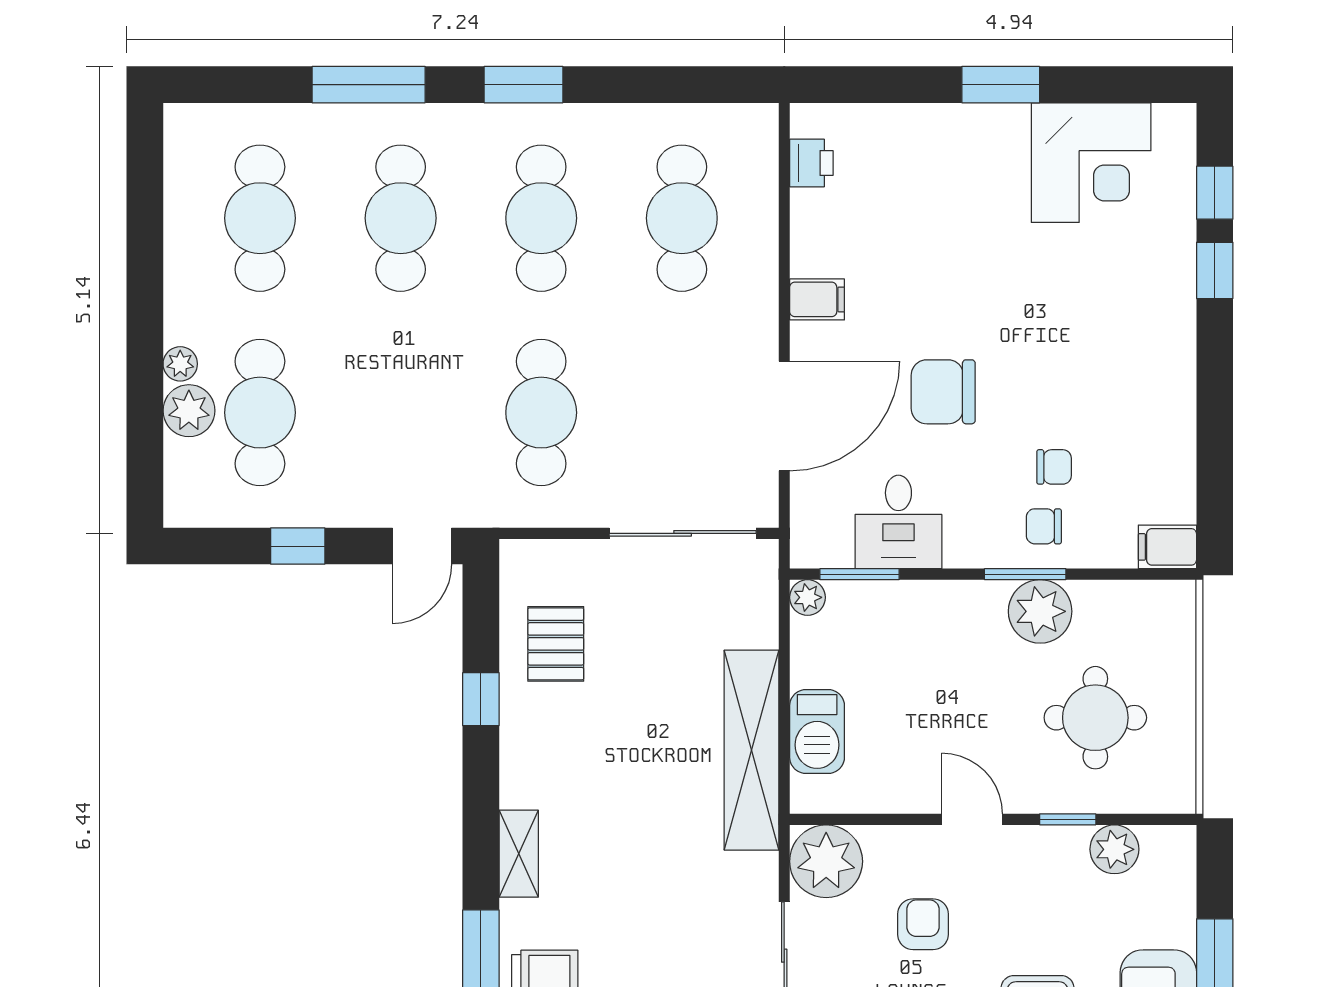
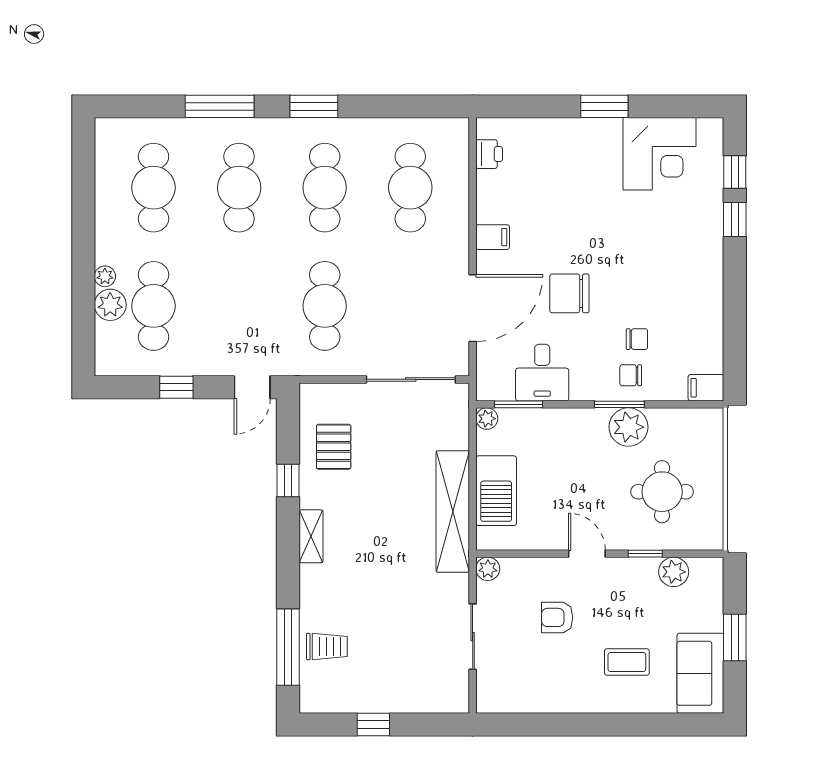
barbecue: (817, 732) -> (496, 491), width x1.37, depth x1.21
shelving: (519, 854) -> (311, 536), moved
plant: (826, 861) -> (488, 569), width x0.53, depth x0.53
armchair: (923, 924) -> (557, 617), turned -90

